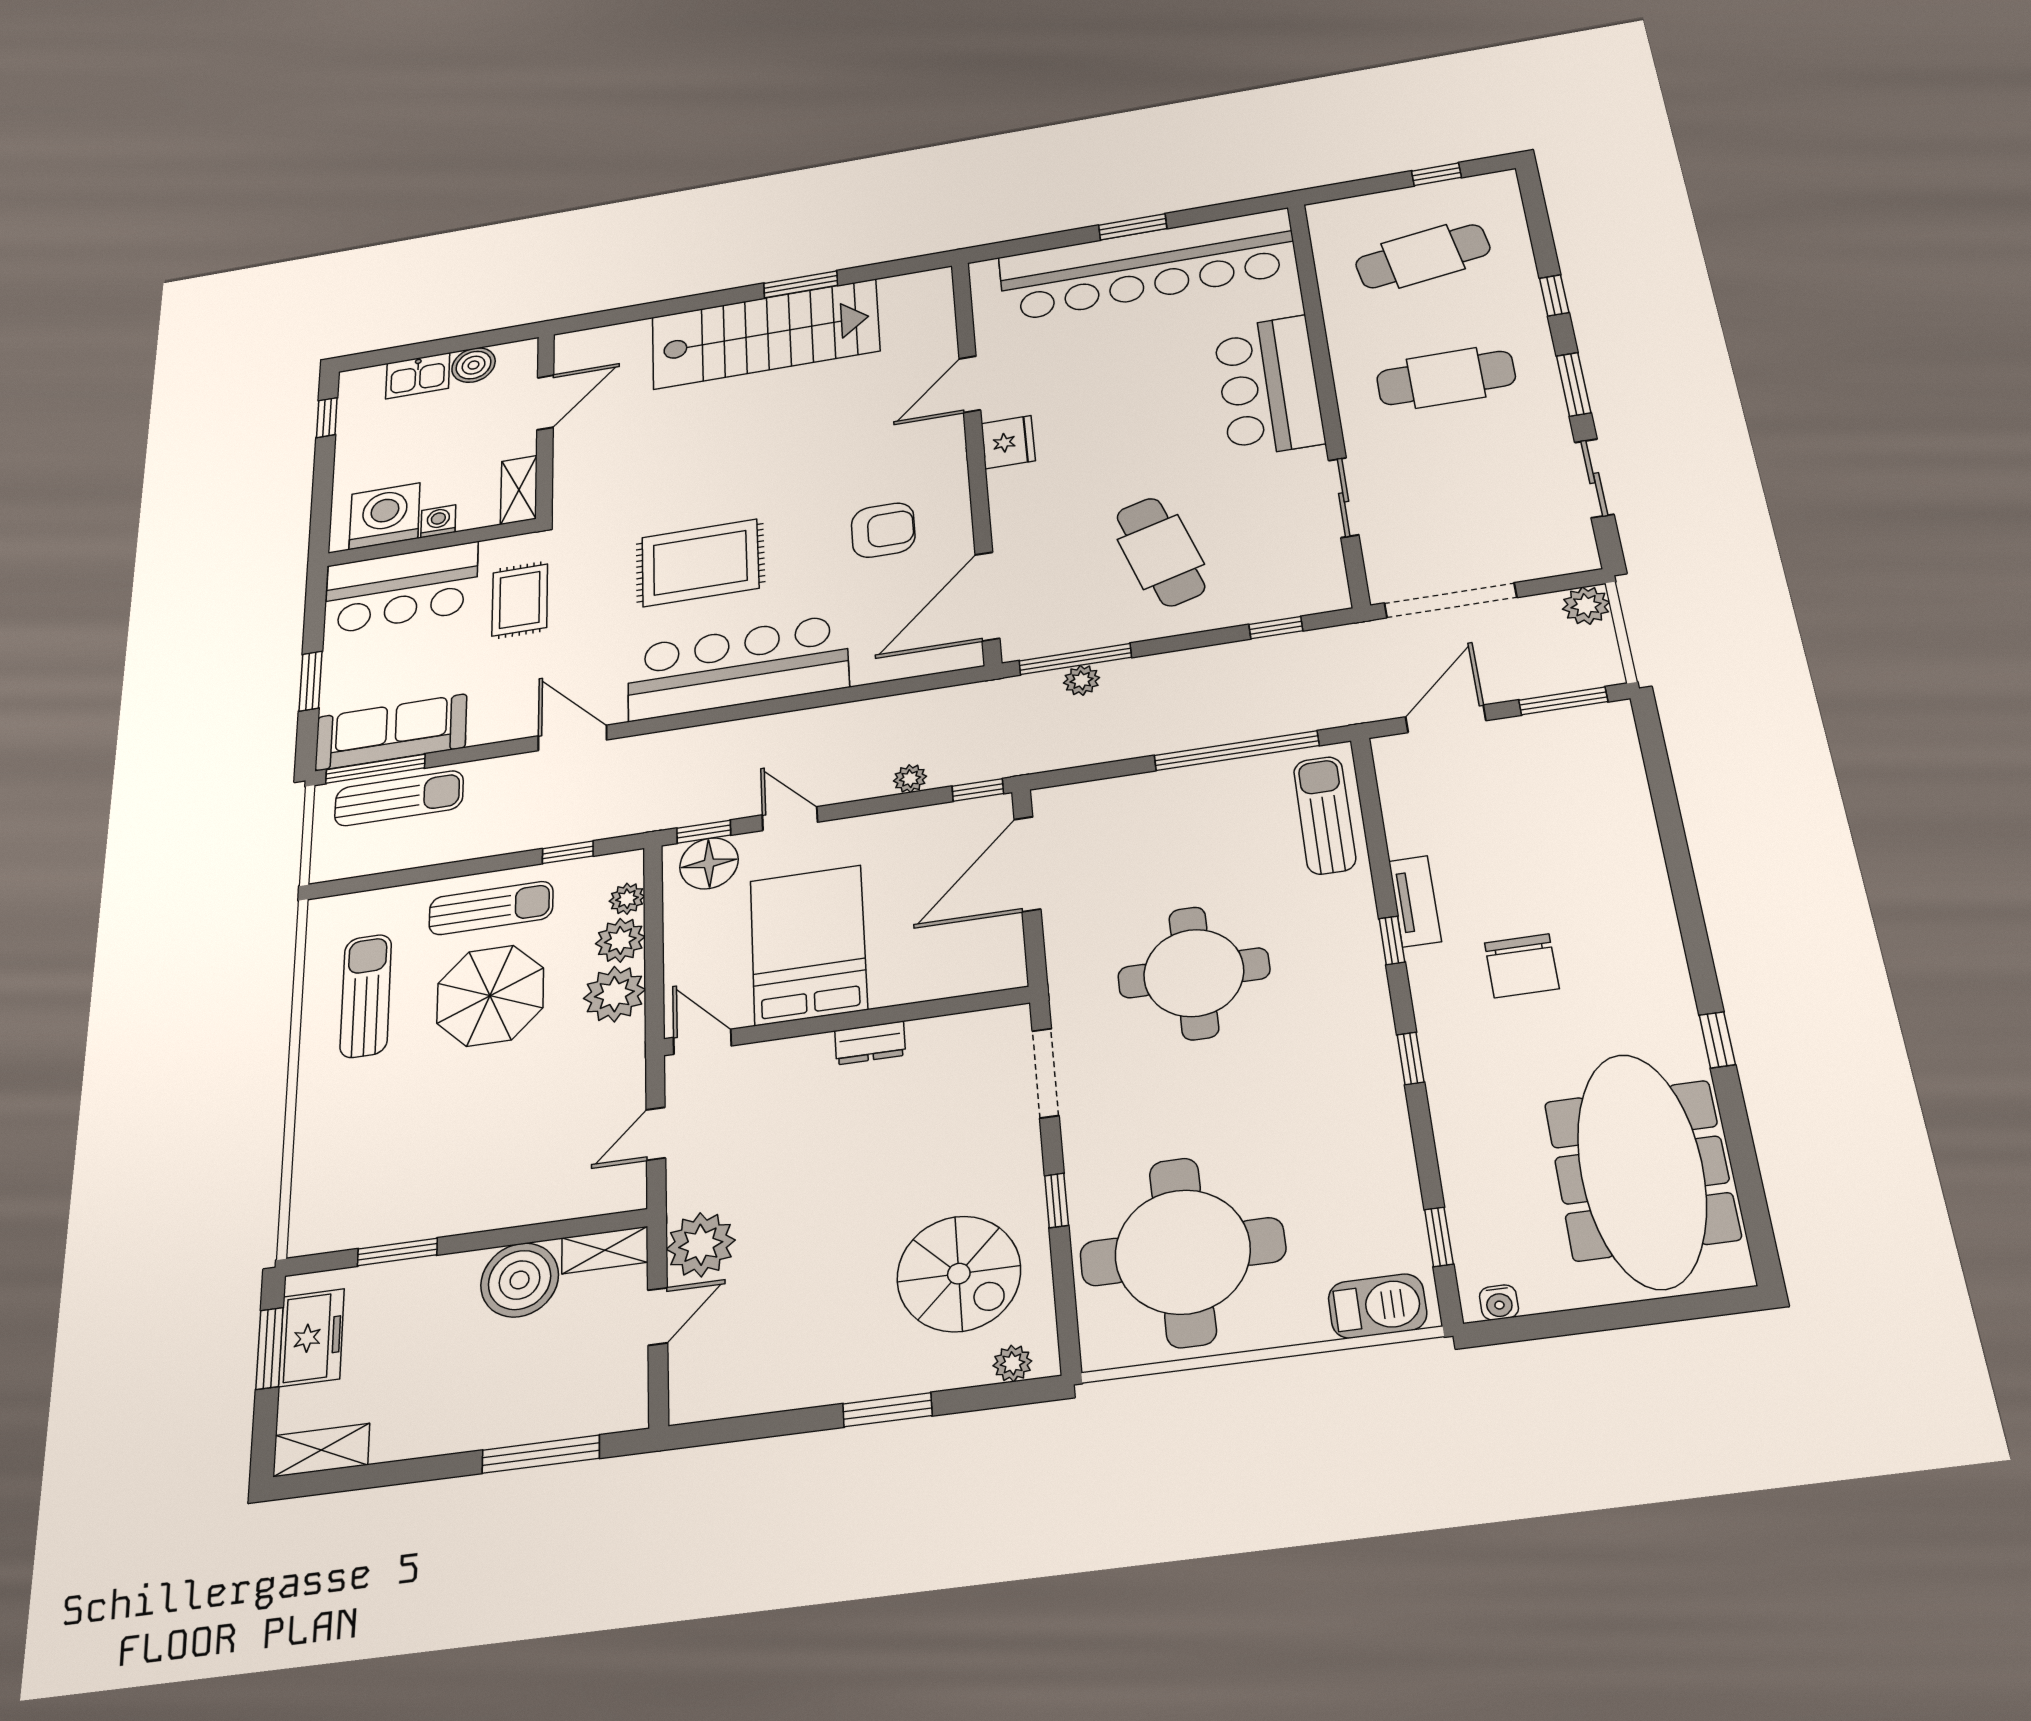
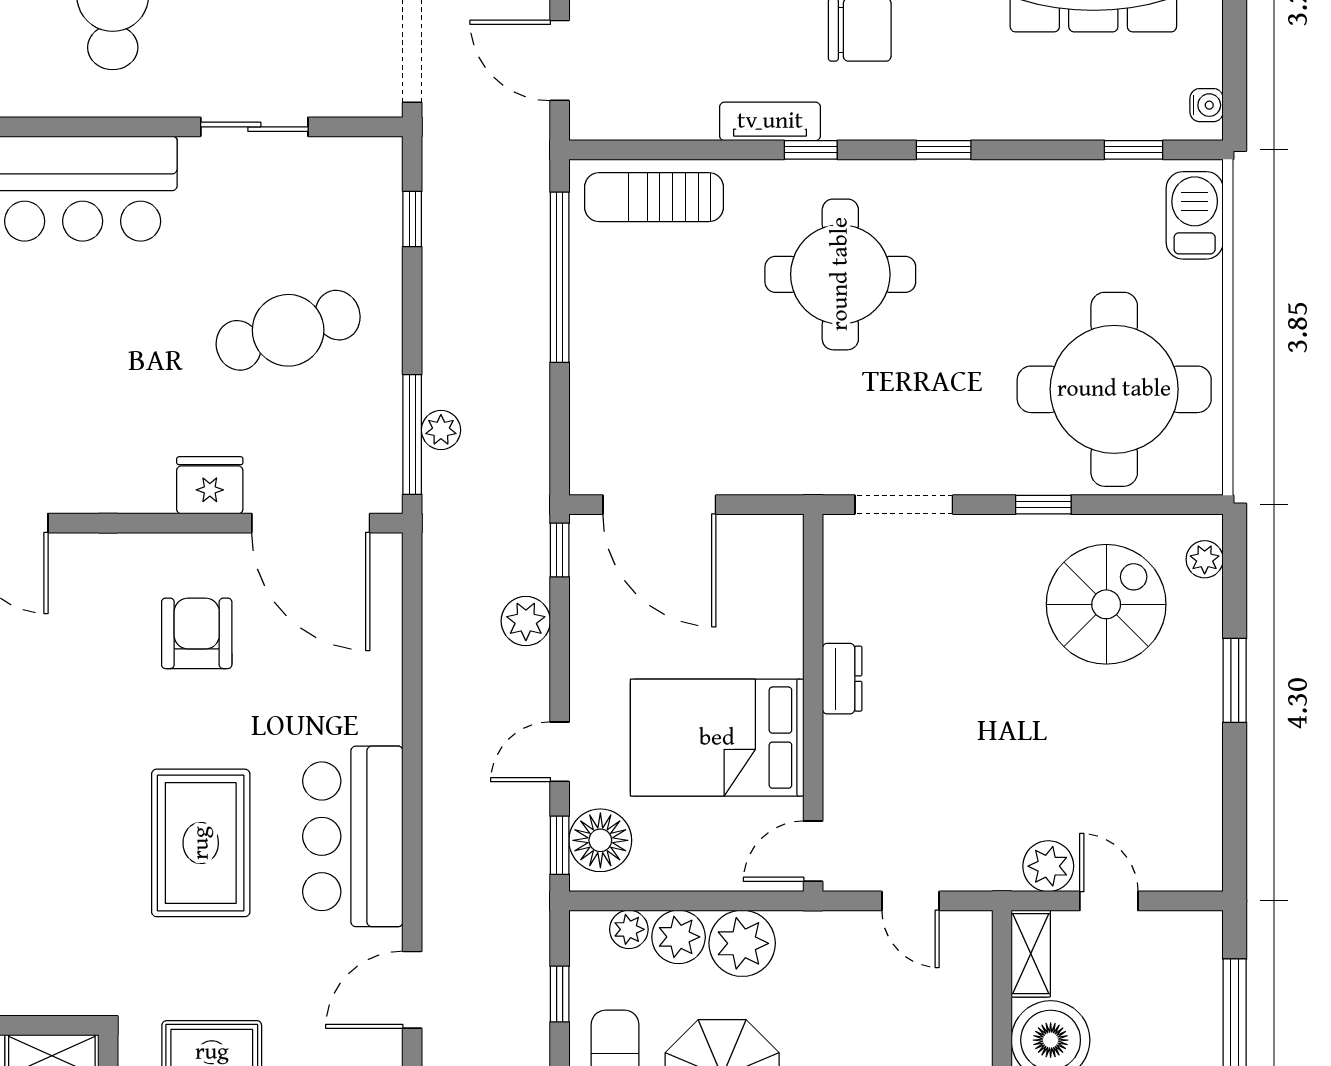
fridge: (1008, 442) -> (210, 485), moved
bar counter: (738, 667) -> (353, 836), width x0.73
plant: (910, 779) -> (526, 621), width x1.38, depth x1.38
round table: (1194, 973) -> (840, 274), moved
plant: (701, 1245) -> (1048, 866), width x0.73, depth x0.73

